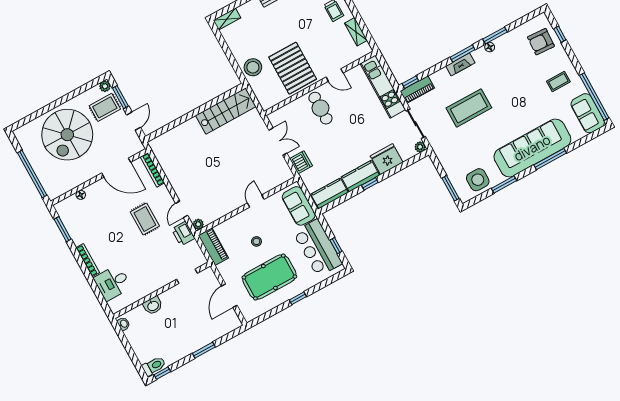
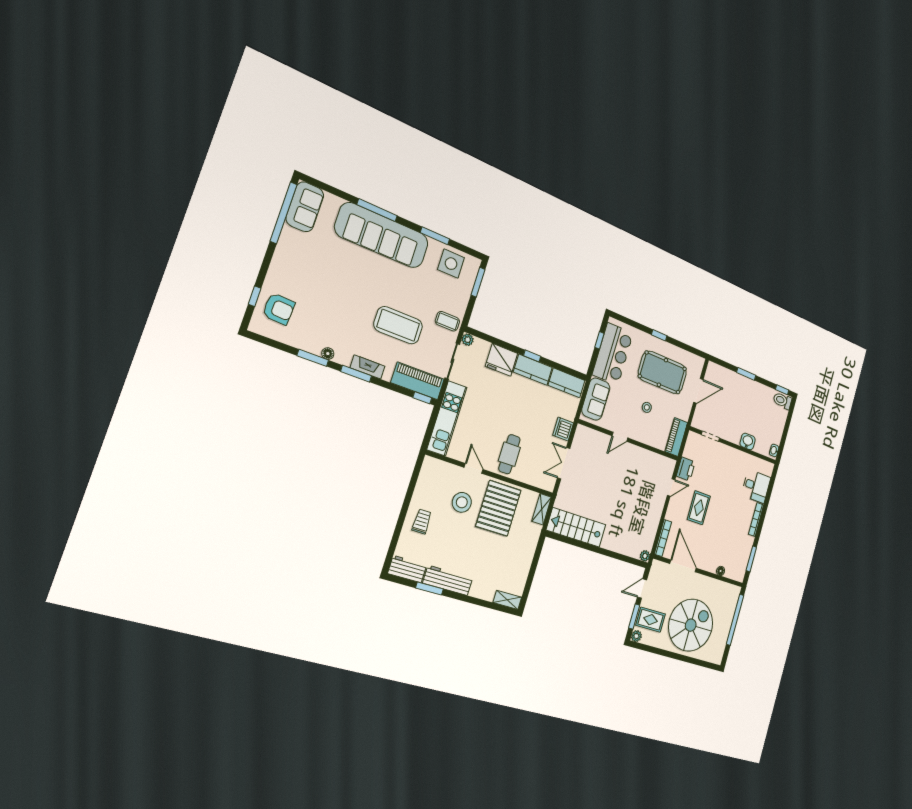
shelving: (356, 32) -> (542, 509), moved
stool: (253, 67) -> (462, 502), moved
coffee table: (558, 81) -> (447, 321), moved
piano: (417, 90) -> (418, 381), width x1.37, depth x1.33
plant: (198, 224) -> (645, 556), moved

